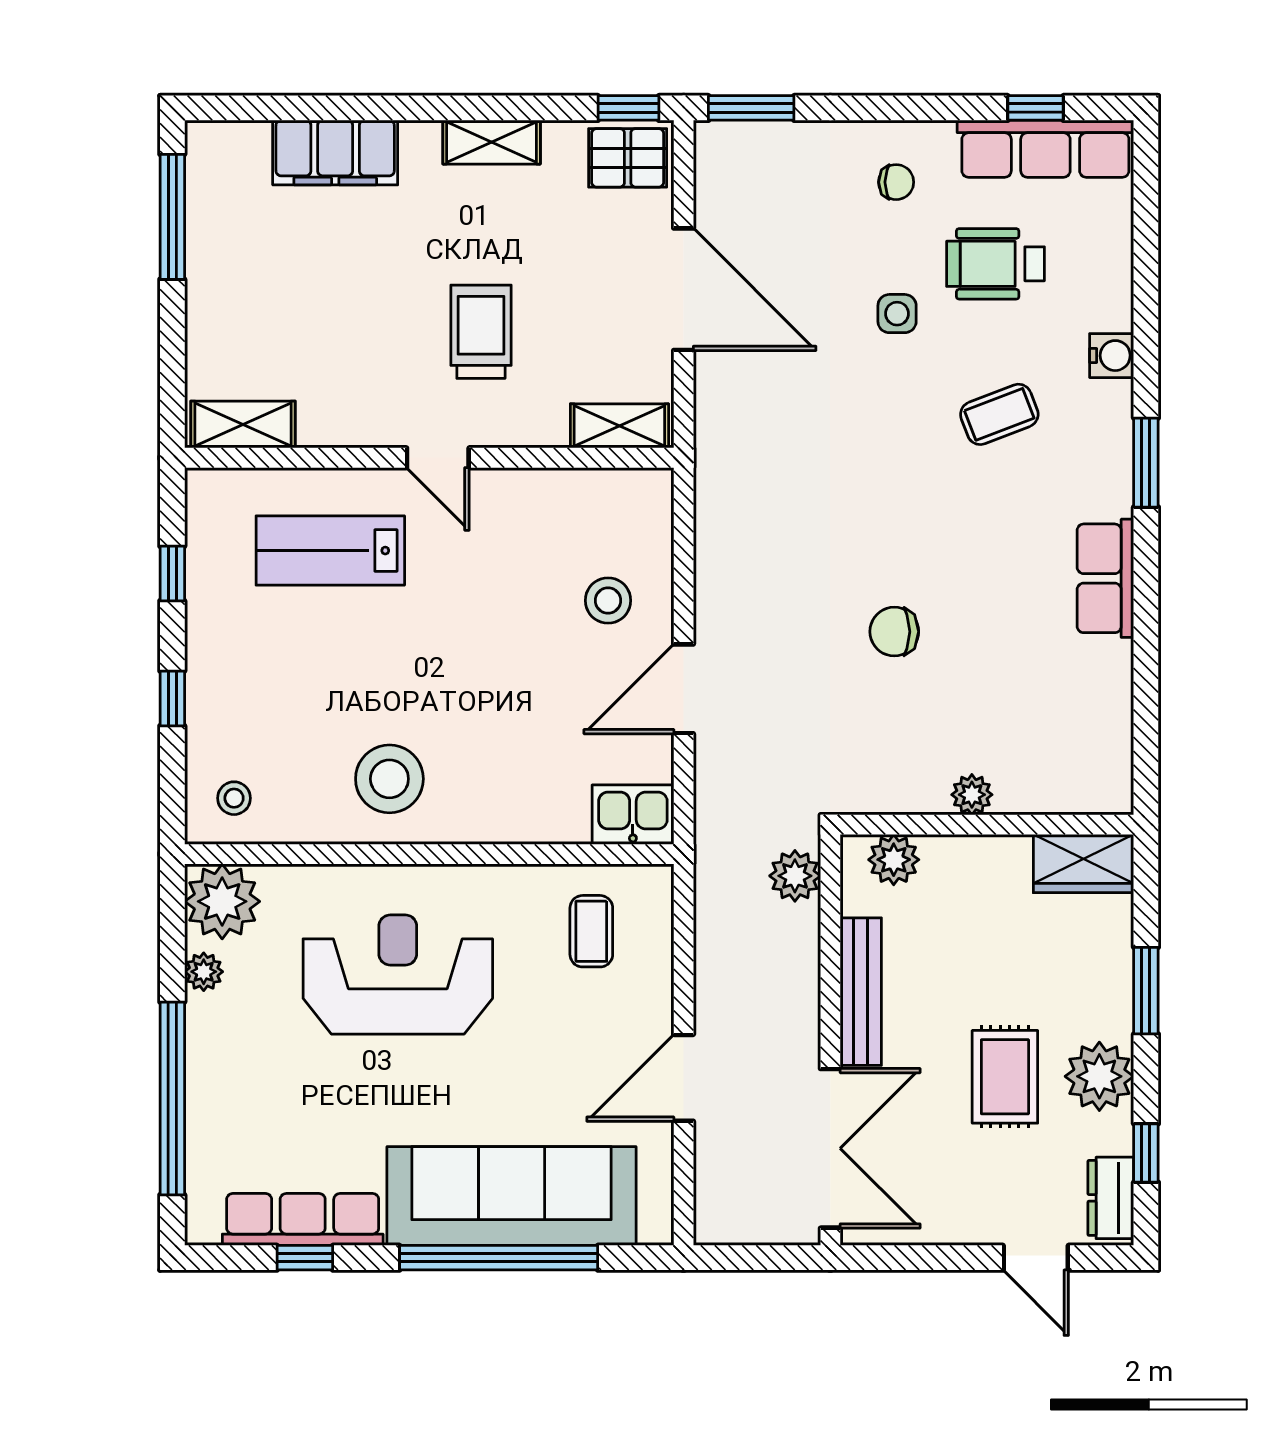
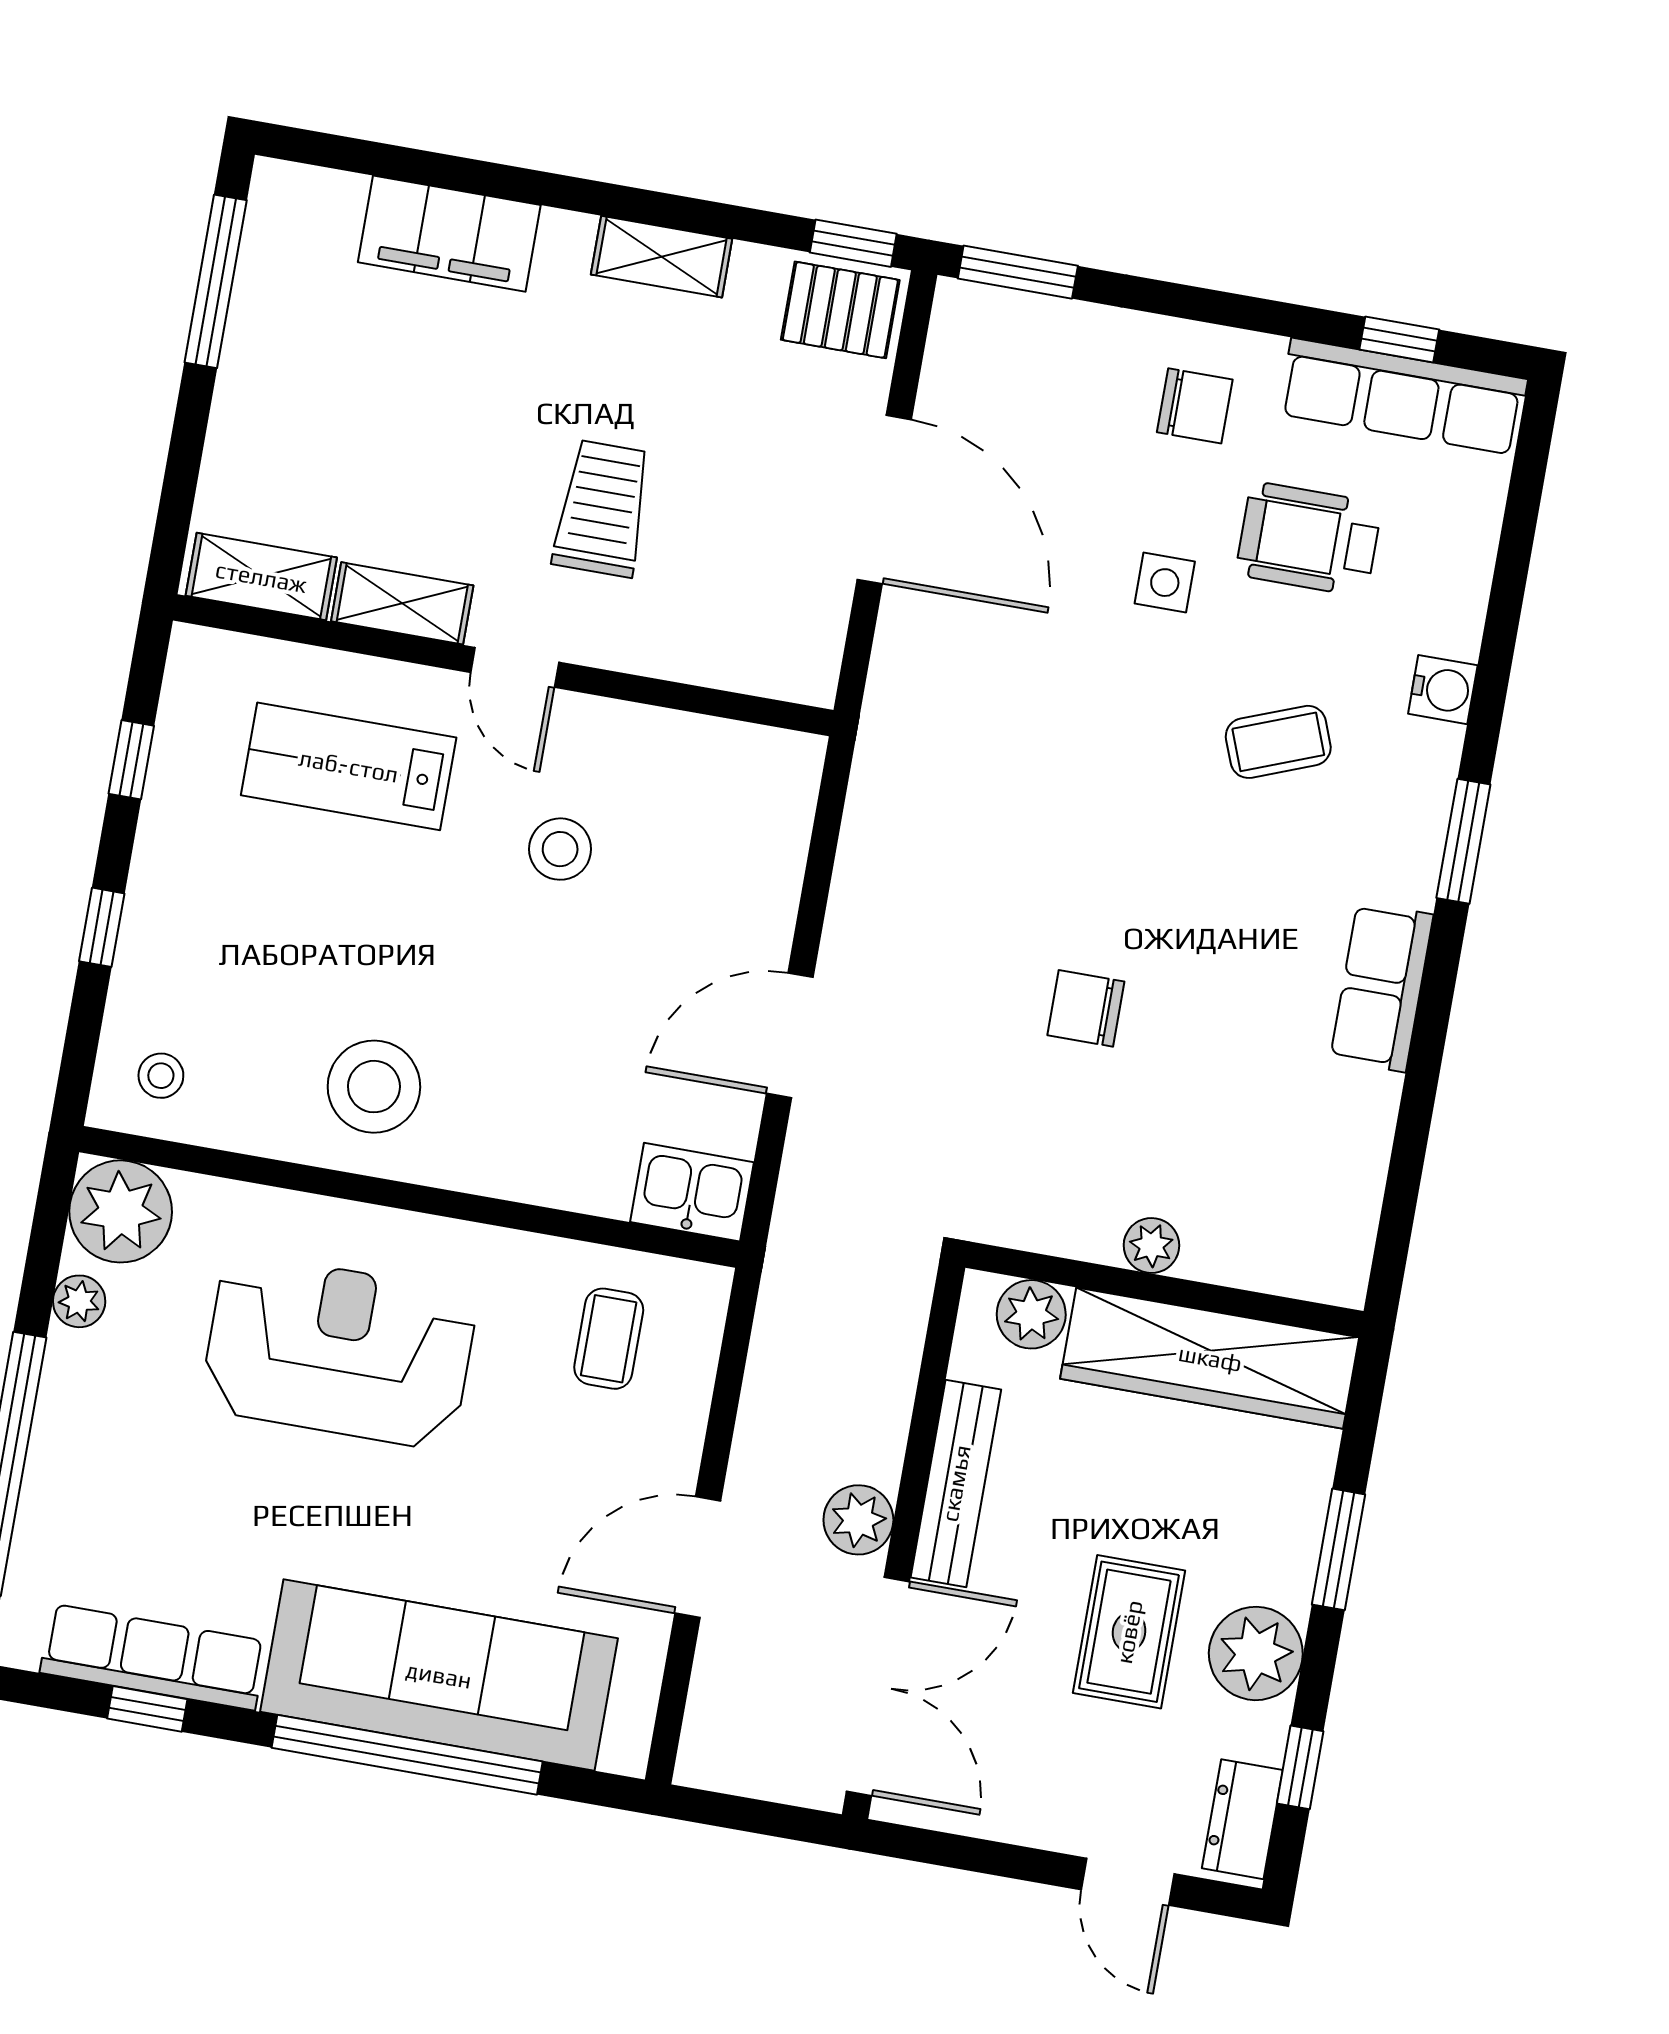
chair: (896, 182) -> (1195, 406), width x1.37, depth x1.37
shelving: (619, 426) -> (402, 603), moved
stool: (608, 600) -> (560, 849), moved
wardrobe: (1083, 864) -> (1210, 1358), width x2.10, depth x1.17
plant: (795, 876) -> (858, 1520), moved

